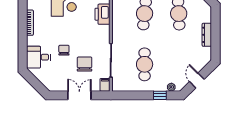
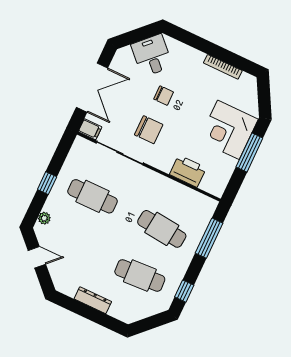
desk: (39, 57) -> (152, 55), moved, turned -45
chair: (85, 64) -> (149, 130), moved
double door: (79, 95) -> (92, 88), width x1.37
window: (160, 95) -> (47, 183), moved

